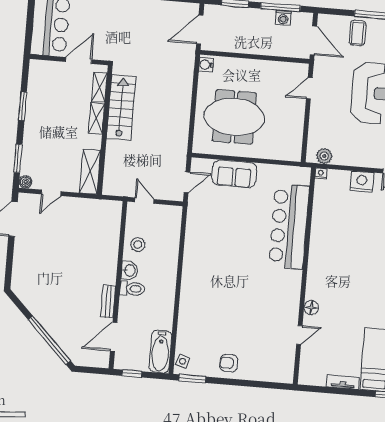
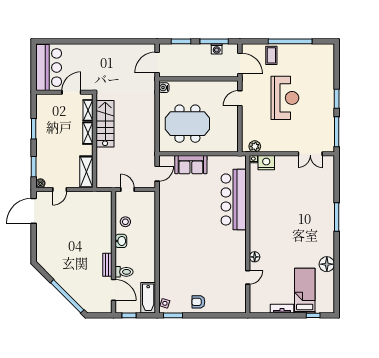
nightstand: (362, 182) -> (266, 163), moved
toilet: (132, 289) -> (124, 272), moved
door: (114, 337) -> (114, 290), swing flipped

